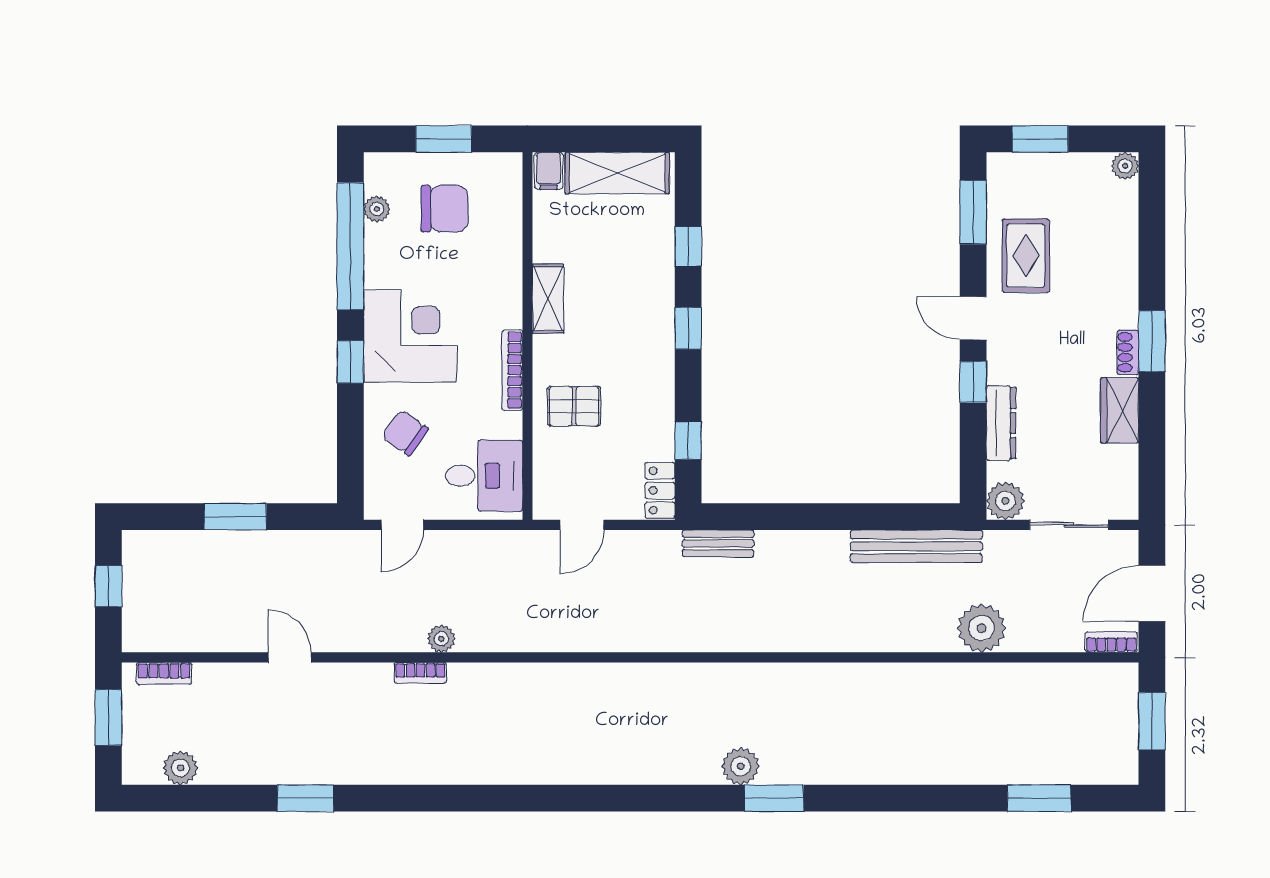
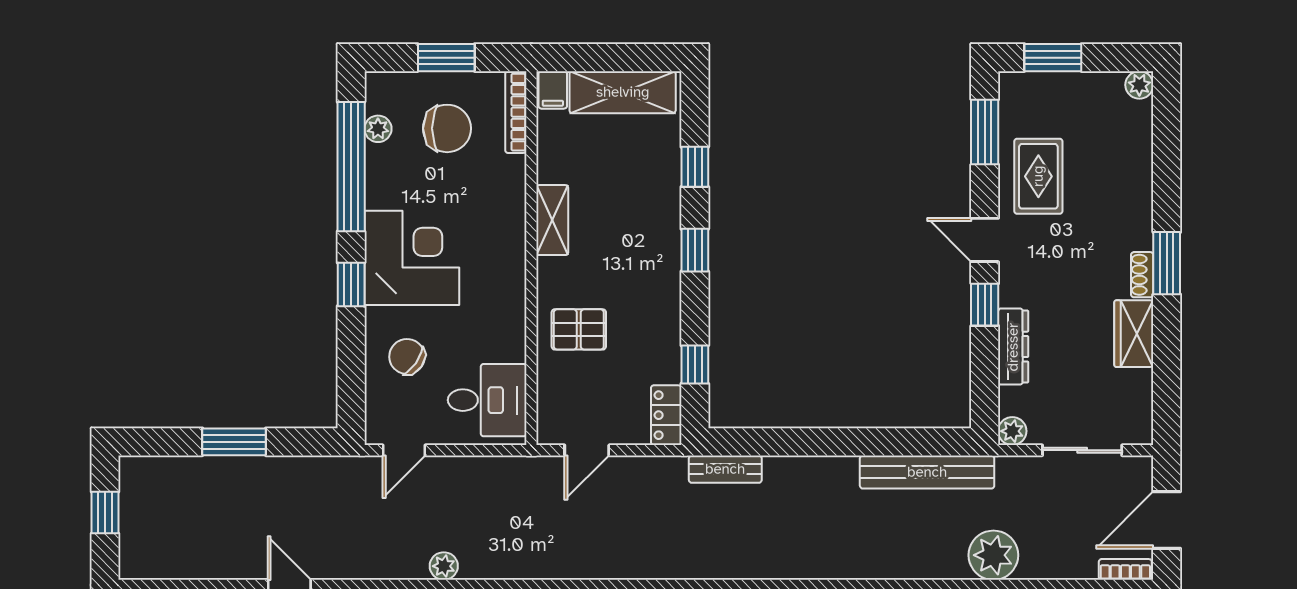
bookcase: (512, 370) -> (516, 112), moved
plant: (1005, 501) -> (1012, 431), width x0.73, depth x0.73

